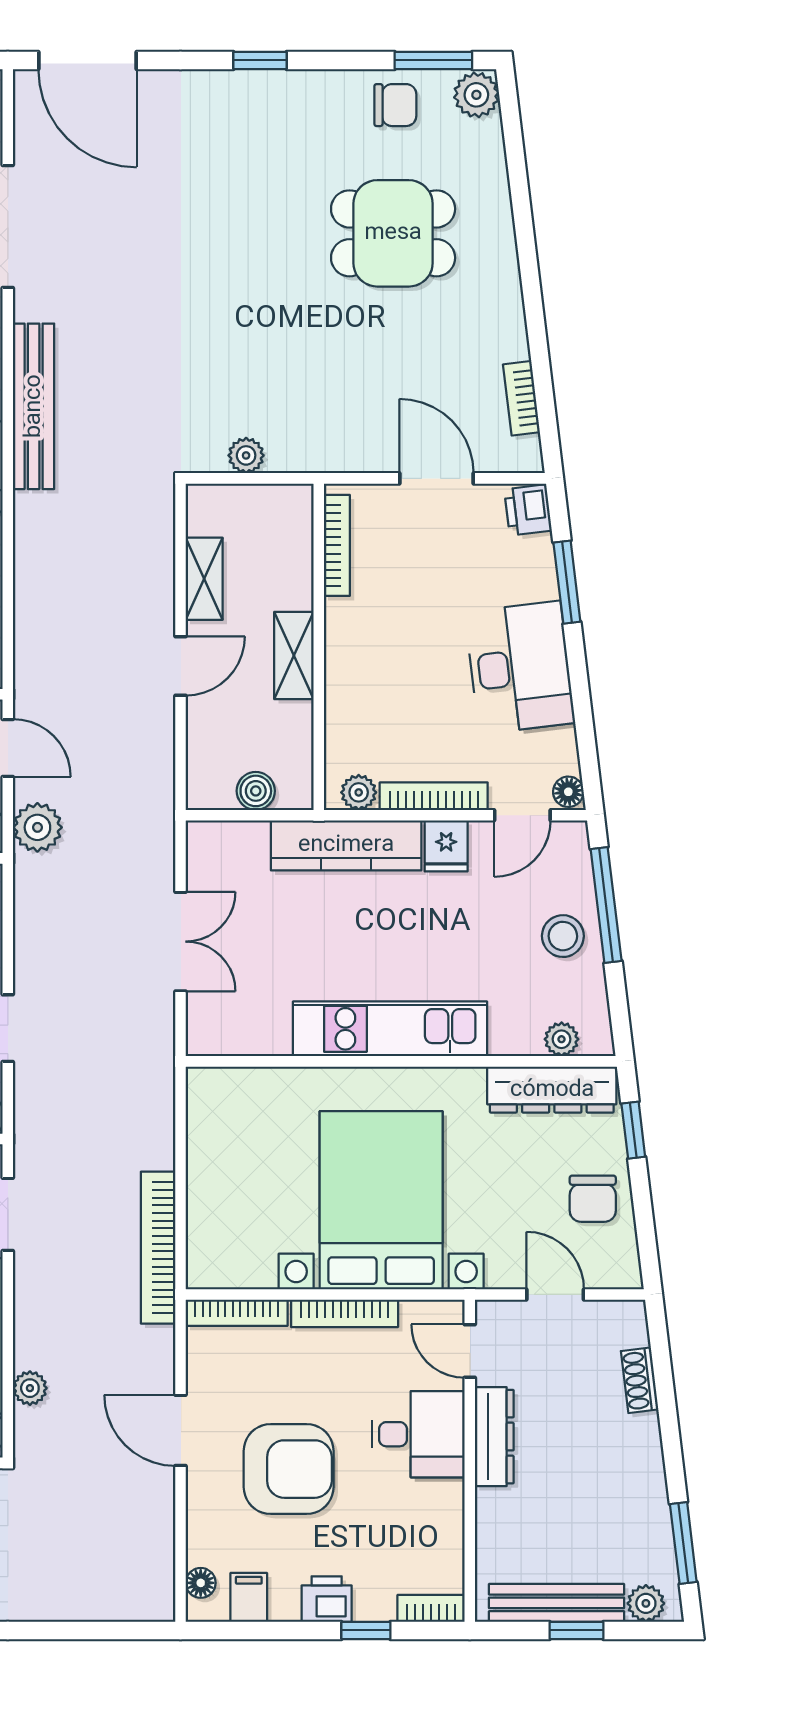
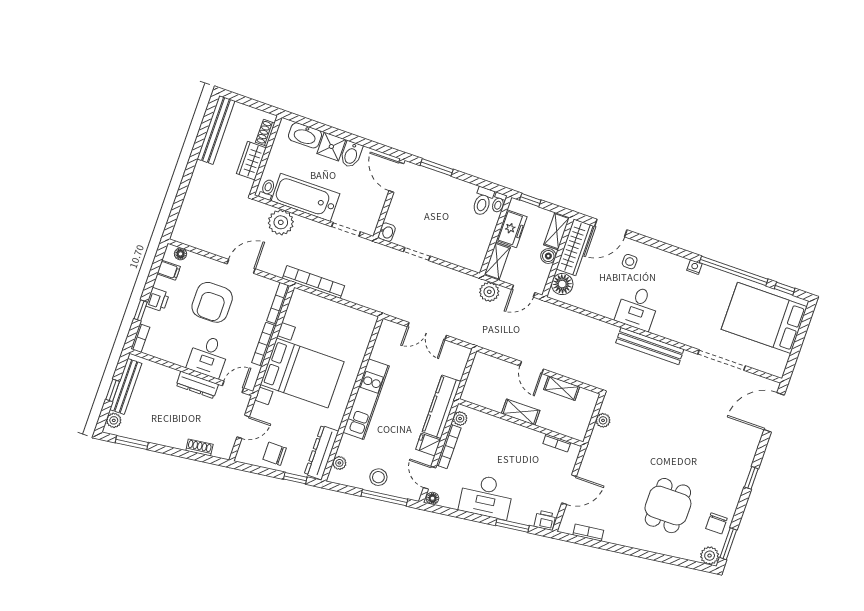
bookcase: (337, 545) -> (557, 443), width x0.64
boiler: (256, 791) -> (474, 380), removed
plant: (30, 1388) -> (281, 222), width x1.88, depth x1.88

